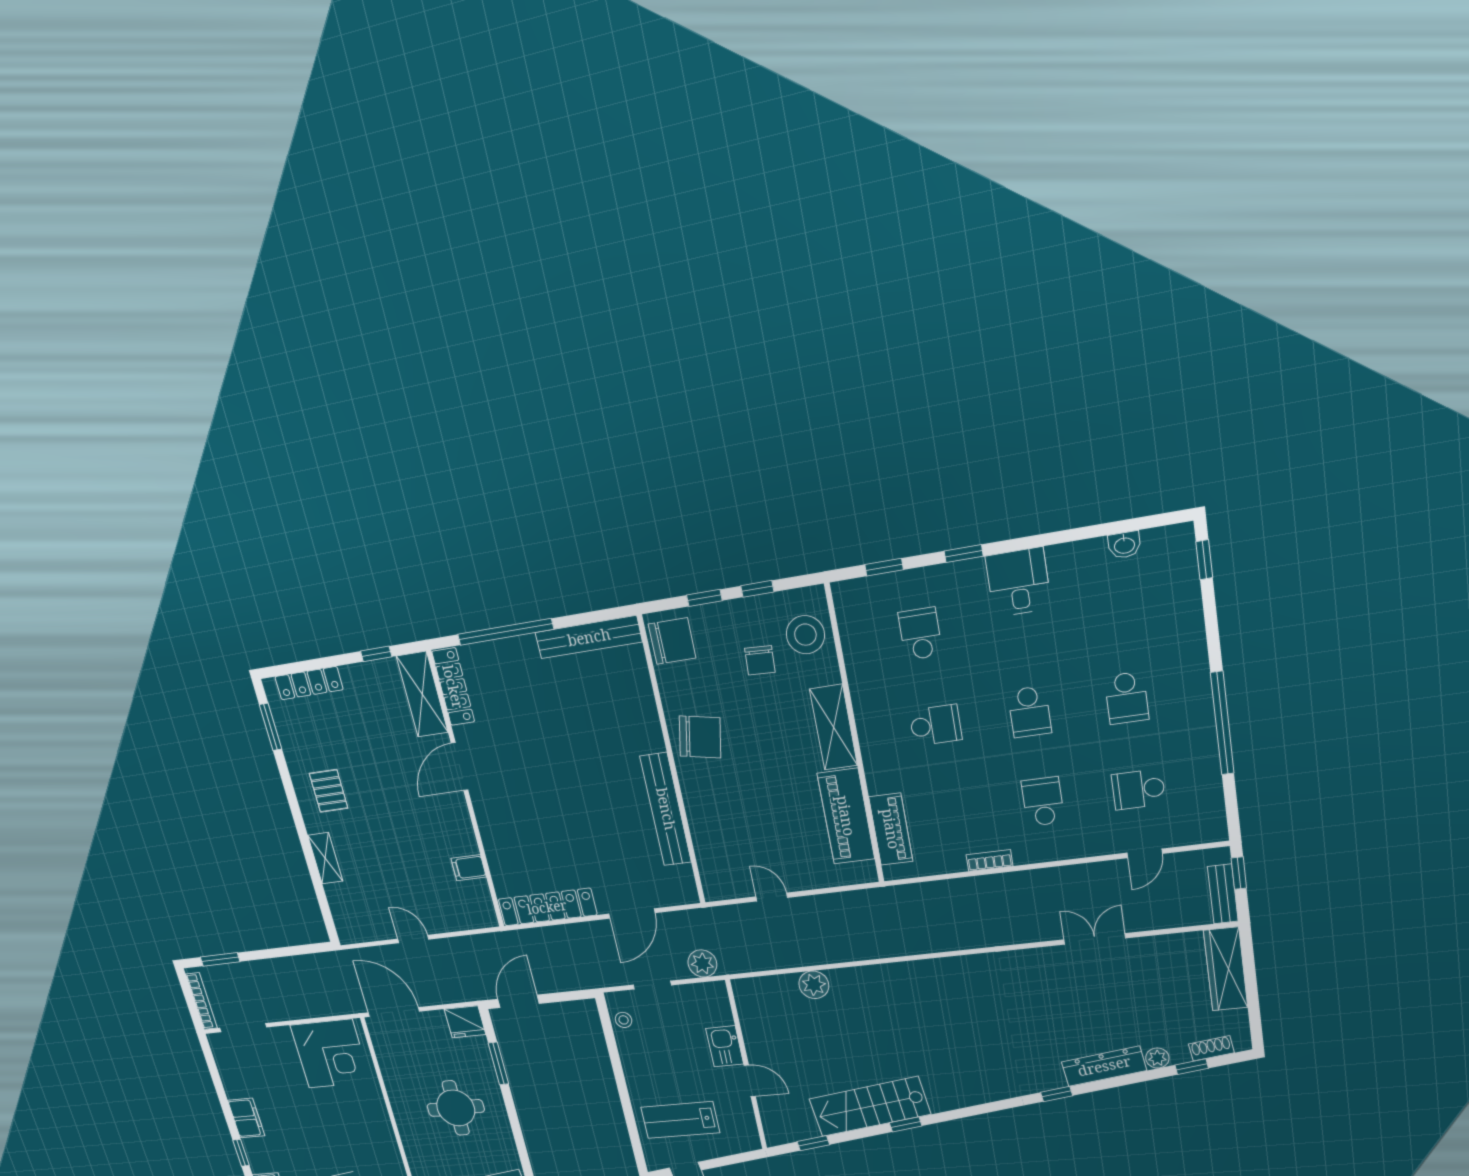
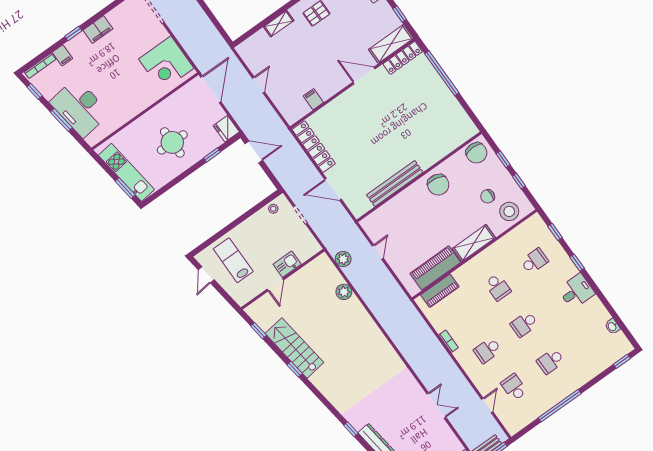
bench: (589, 637) -> (459, 114), removed
school desk: (1043, 802) -> (488, 350), turned 180
door: (1145, 853) -> (487, 405), swing flipped
plant: (702, 963) -> (343, 259), moved
window: (498, 1063) -> (212, 155), width x0.67

